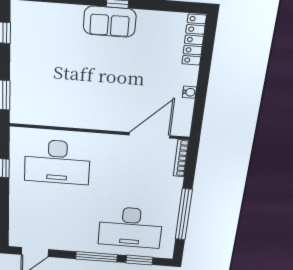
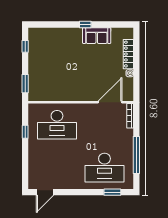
sofa: (110, 22) -> (97, 36), moved
locker: (194, 40) -> (128, 54), moved
window: (96, 257) -> (85, 192), removed

